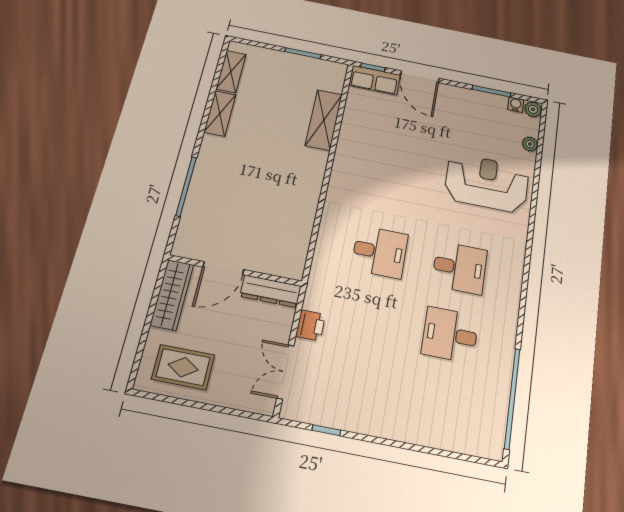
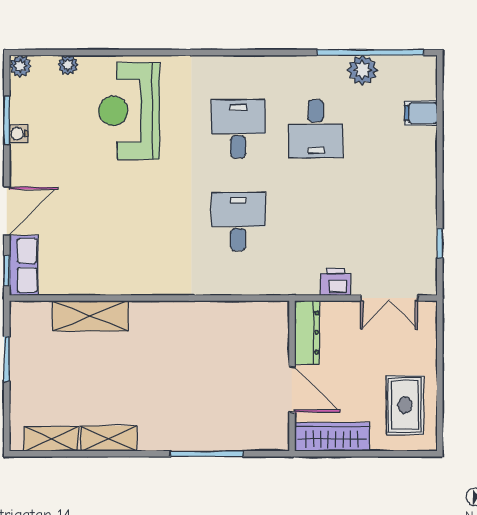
water cooler: (516, 105) -> (19, 133), moved
plant: (497, 388) -> (362, 70), added
filing cabinet: (451, 436) -> (421, 113), added

